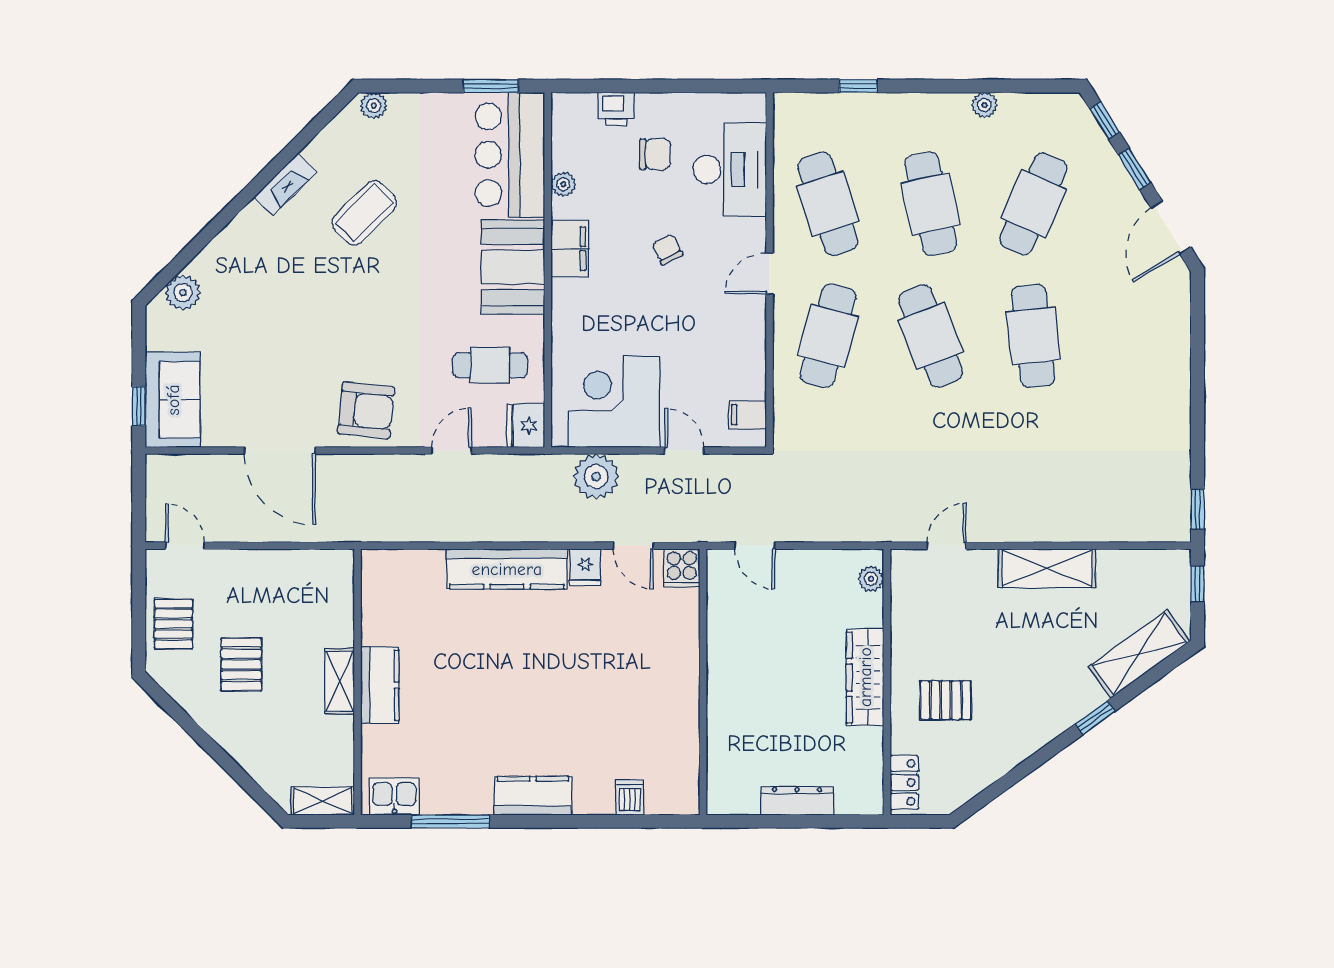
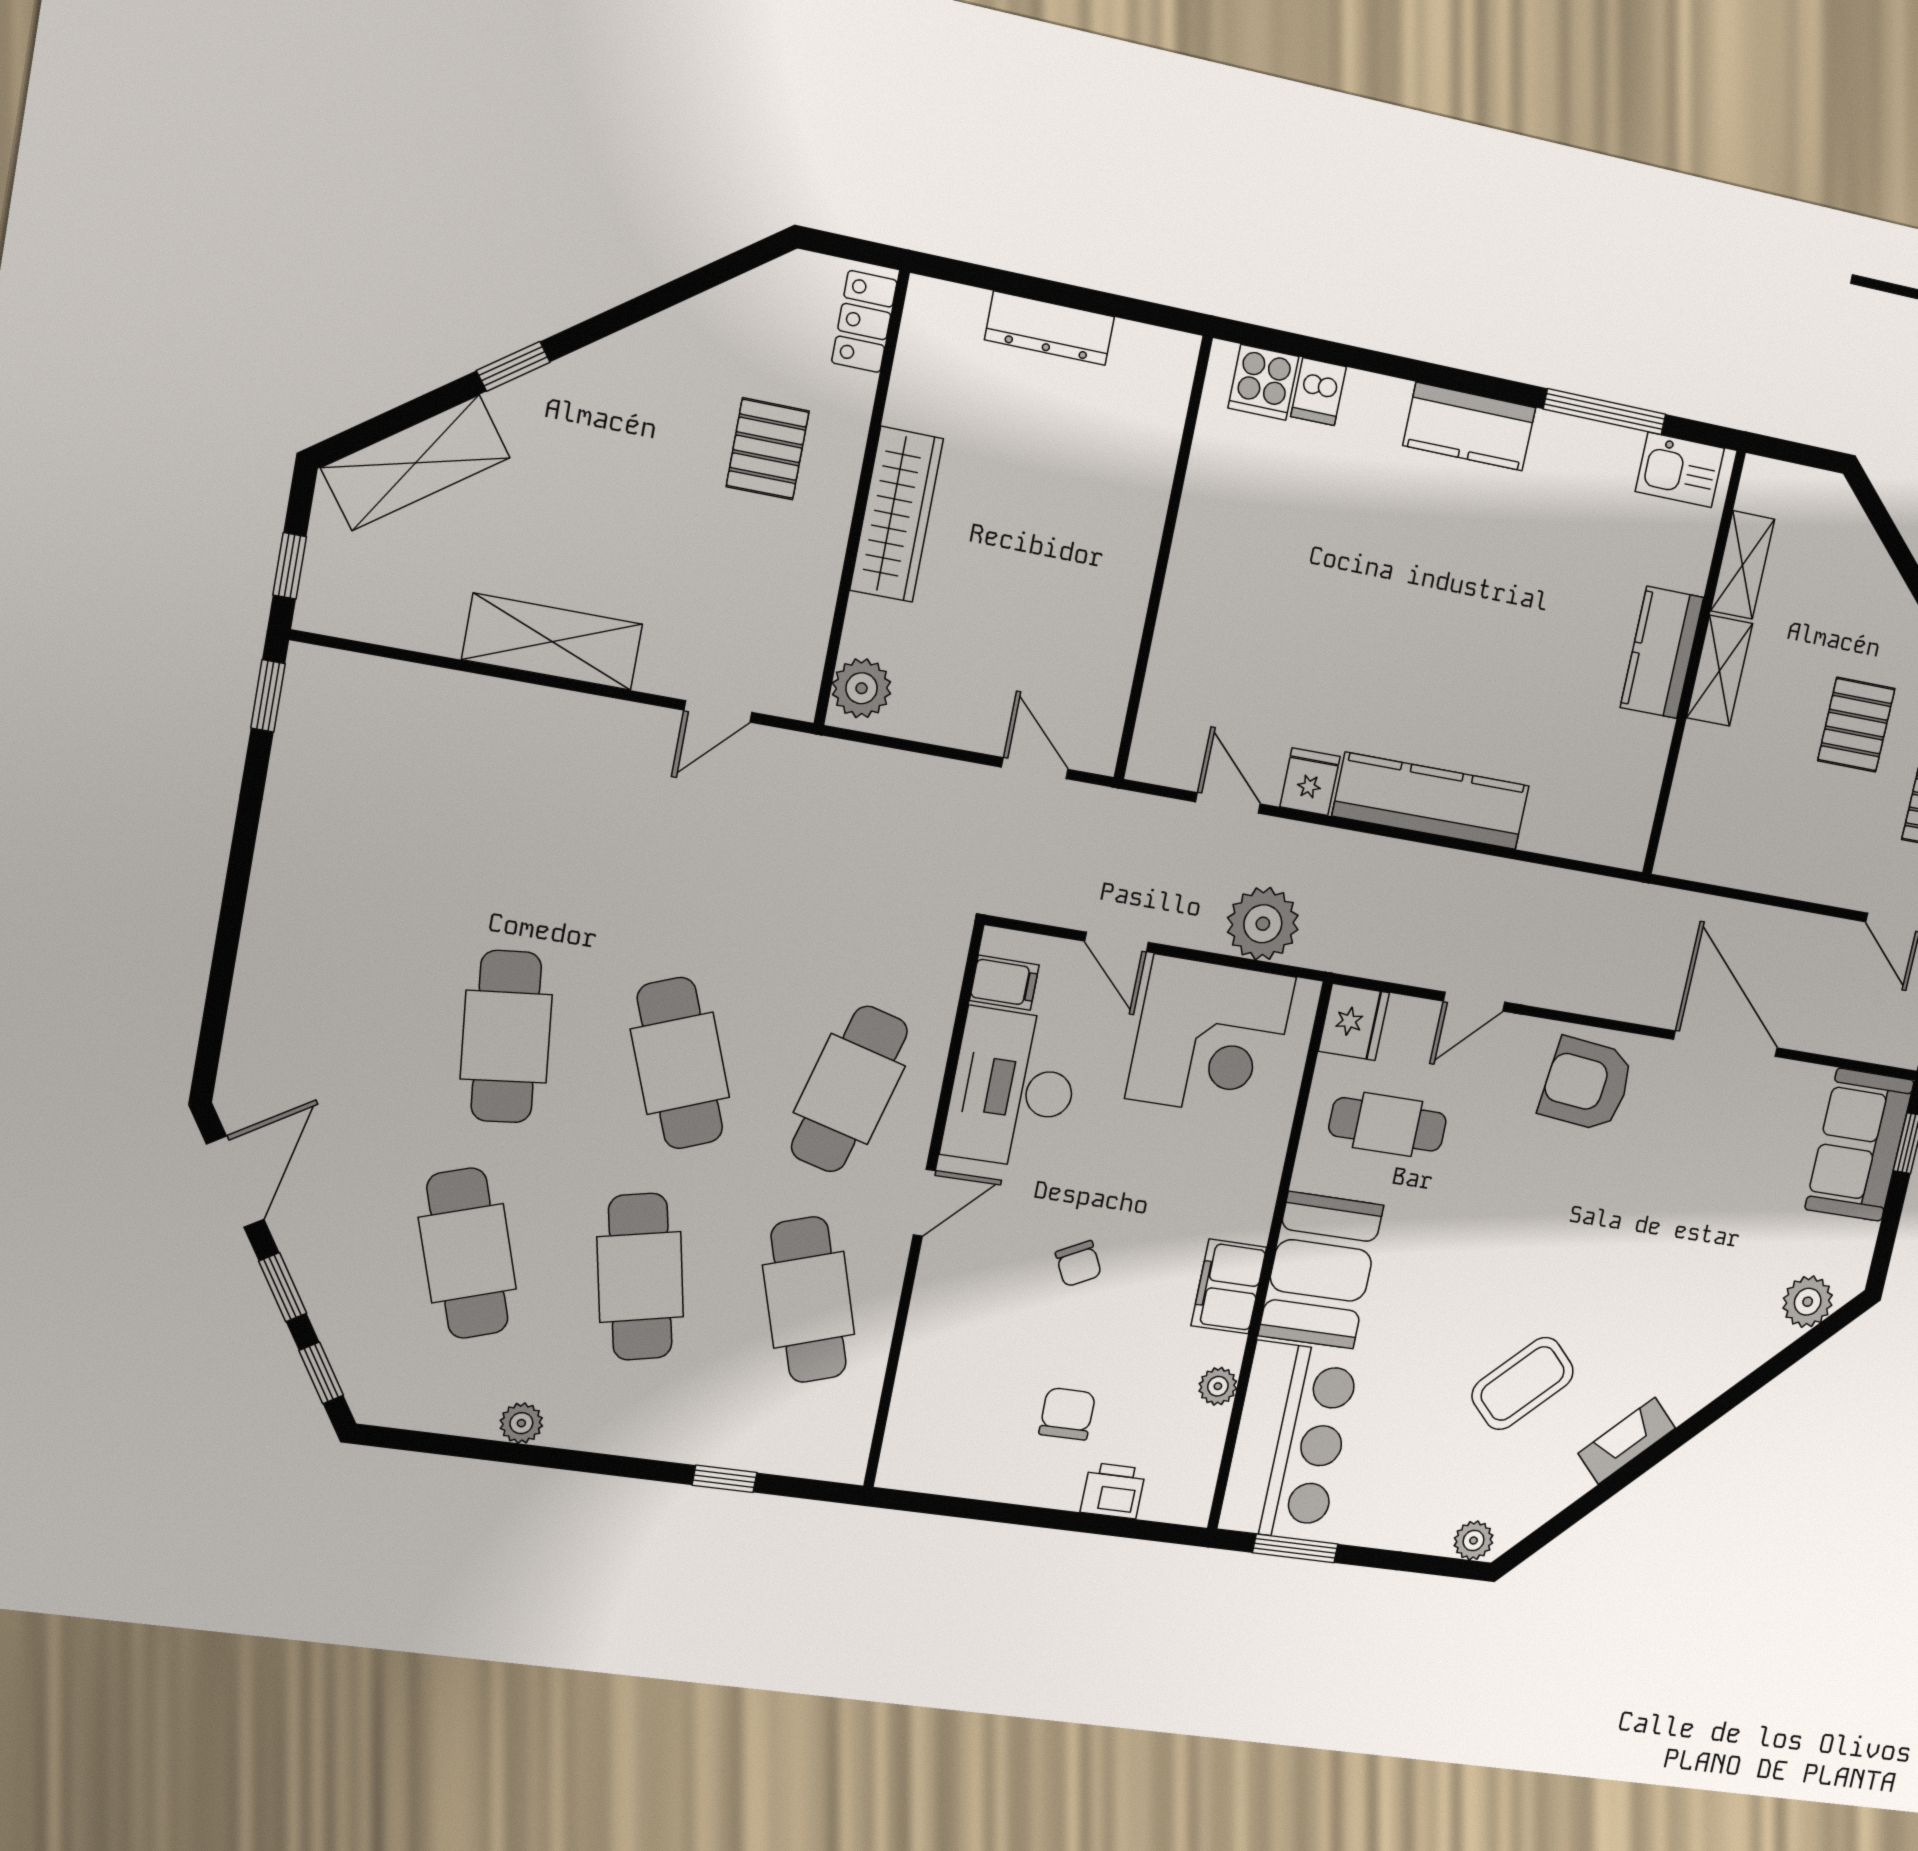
chair: (655, 154) -> (1067, 1414), turned 90
desk: (730, 170) -> (1013, 1089), moved
cafe table: (1033, 204) -> (467, 1253), turned -42
cooker: (682, 568) -> (1263, 382), moved, turned 180
plant: (871, 579) -> (862, 688), width x1.38, depth x1.38
pallet: (946, 700) -> (768, 449), turned 90
shelving: (323, 801) -> (1743, 565), moved, turned 90

